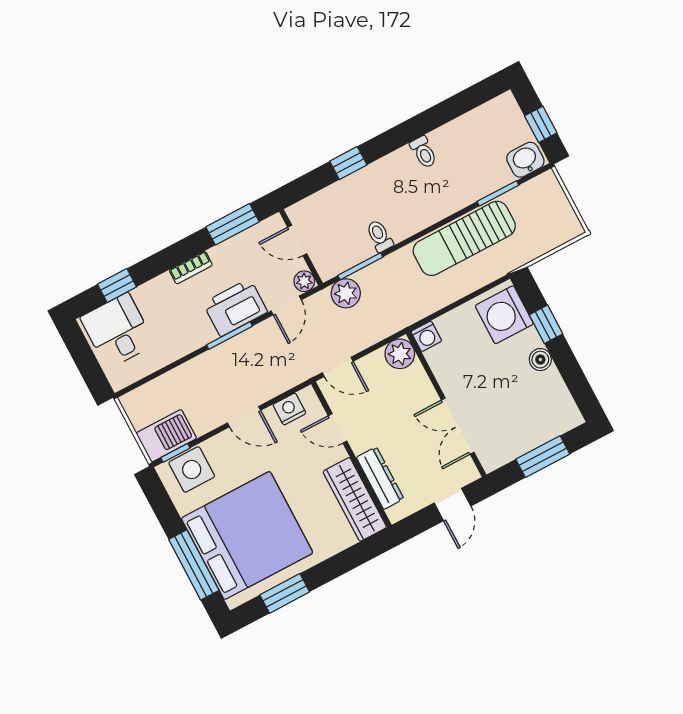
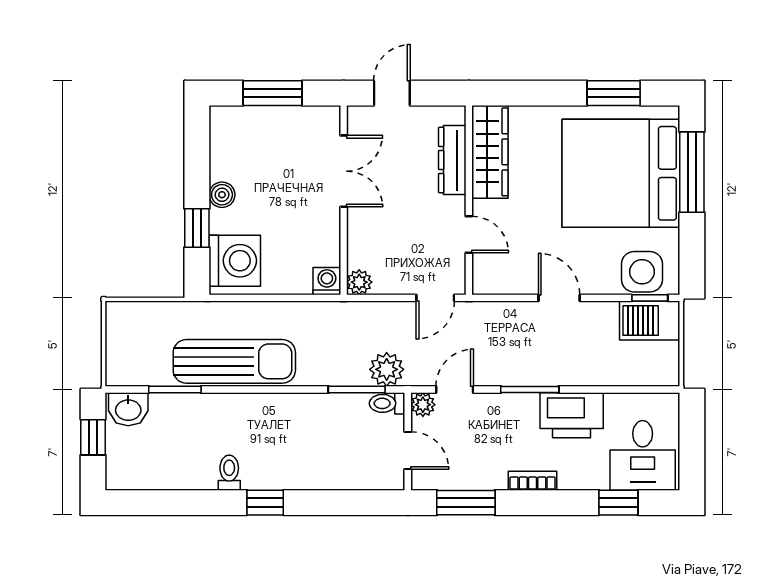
window: (348, 163) -> (265, 503), moved
toilet: (380, 236) -> (387, 403), moved, turned 90
printer: (235, 308) -> (572, 415), moved
plant: (400, 354) -> (359, 282), width x0.73, depth x0.73
door: (338, 367) -> (435, 298), swing flipped
nightstand: (289, 409) -> (508, 281), removed

